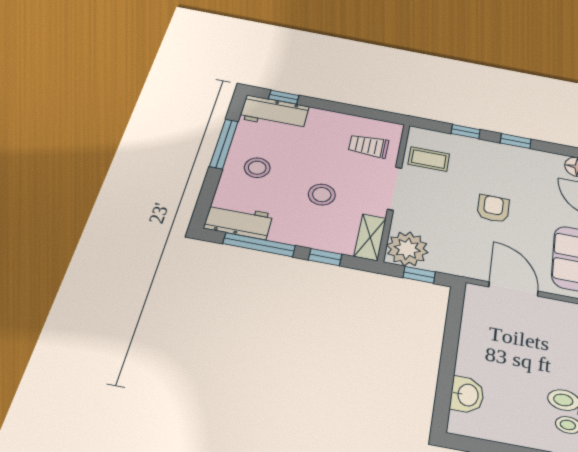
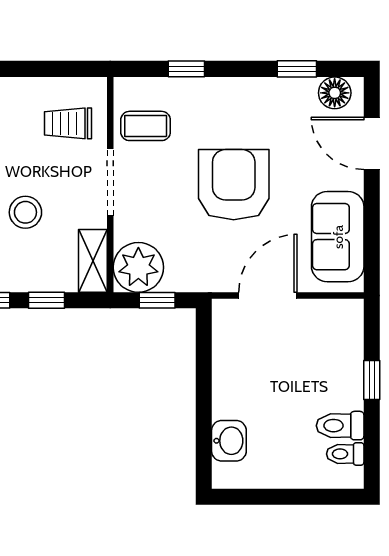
window: (516, 141) -> (297, 69), moved
armchair: (493, 209) -> (234, 185), width x1.88, depth x1.88
door: (513, 289) -> (268, 296), hinge flipped

